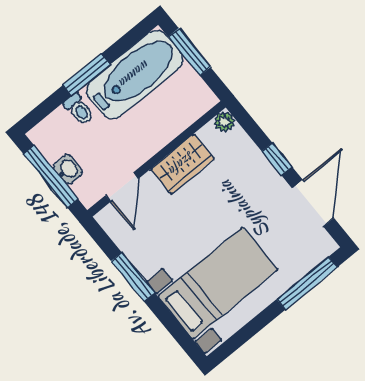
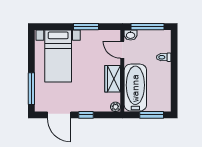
bathtub: (135, 74) -> (135, 88), moved, turned 180
window: (86, 75) -> (174, 70), removed
washbasin: (68, 169) -> (131, 35), moved

